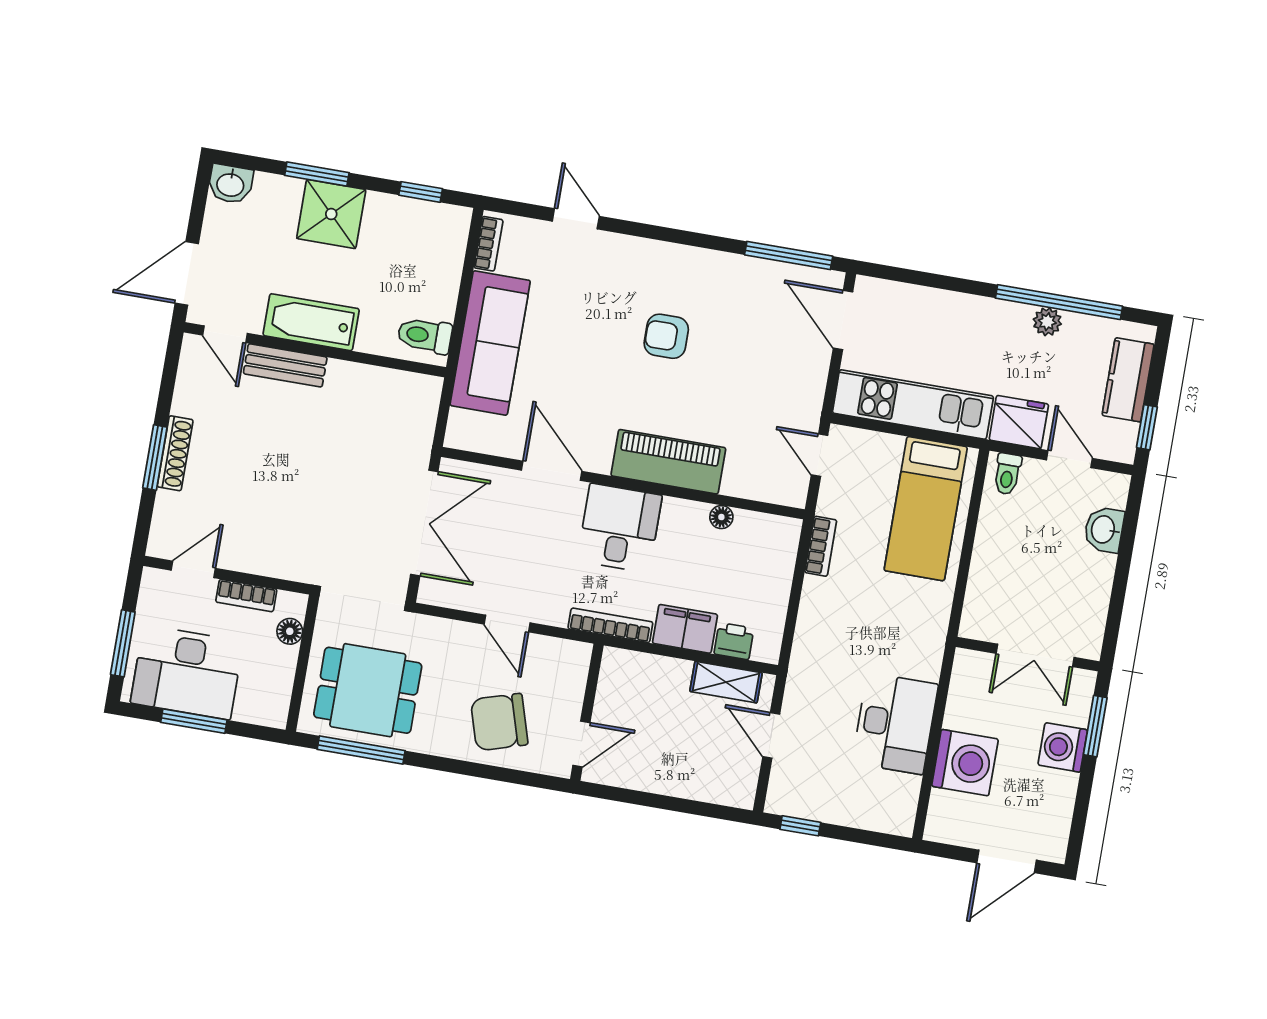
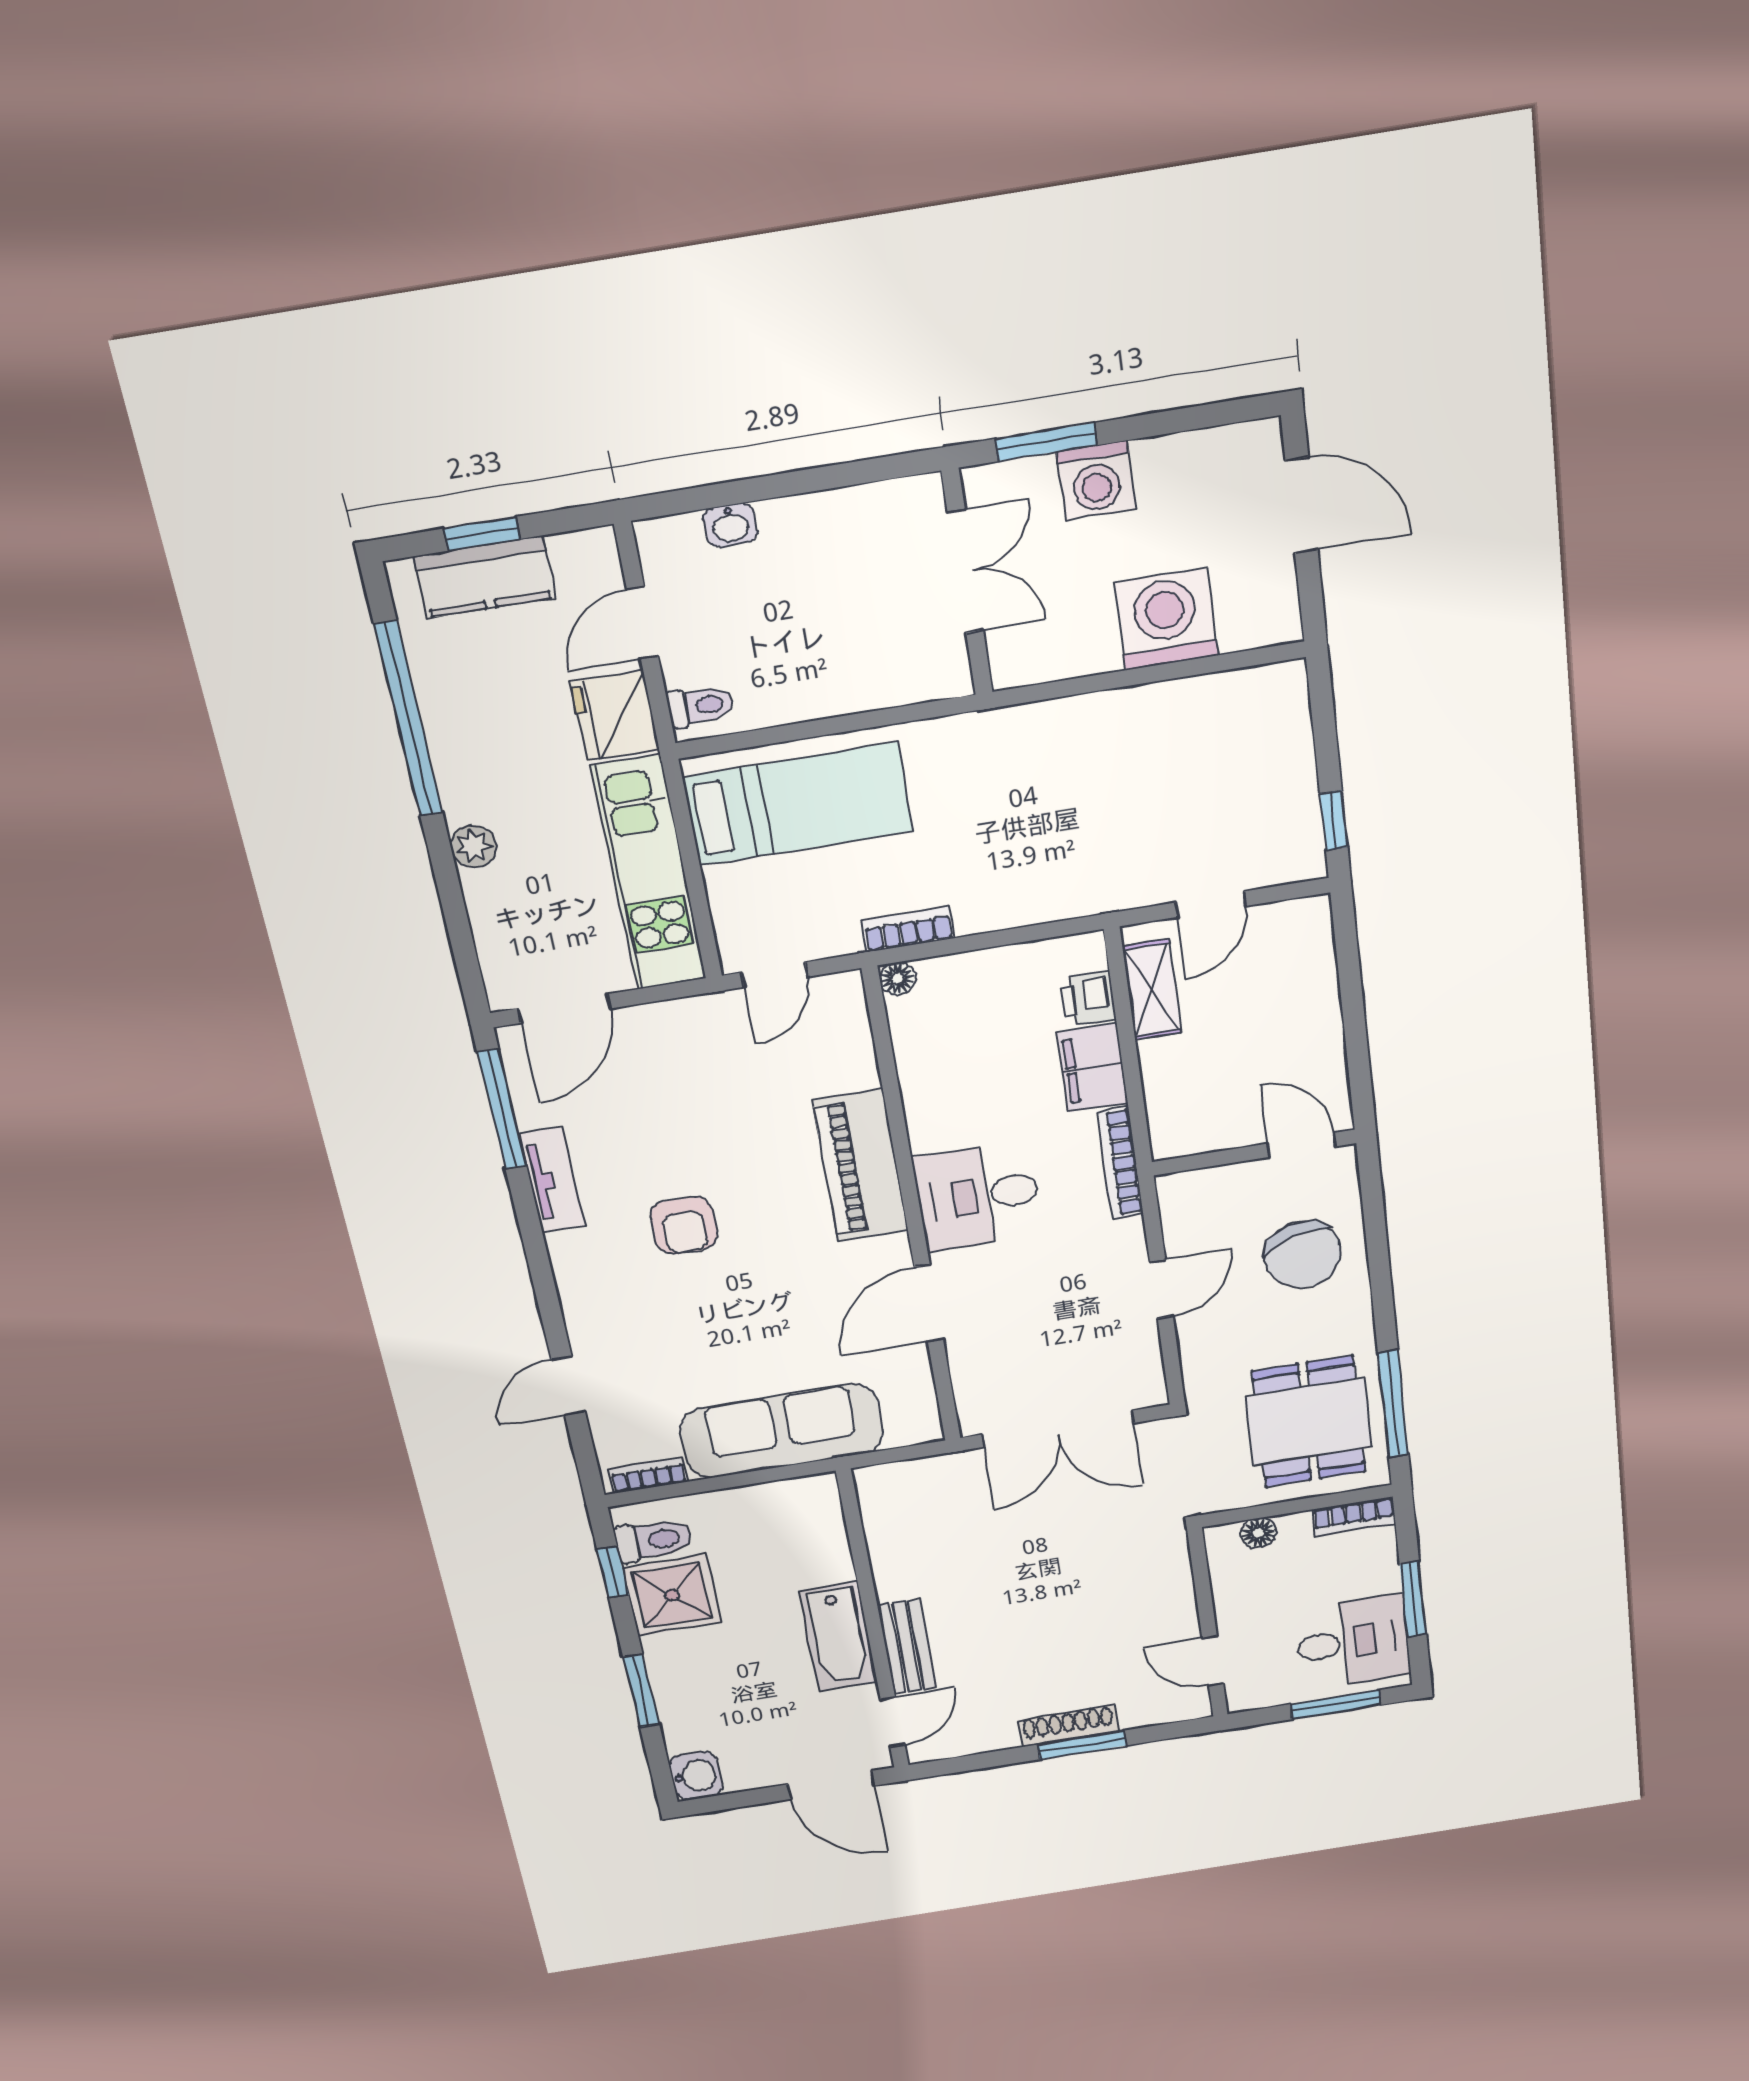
shower: (331, 214) -> (672, 1595), moved
tv unit: (729, 267) -> (552, 1180), added
plant: (1047, 322) -> (474, 846), moved
toilet: (425, 336) -> (654, 1540), moved, turned -90
window: (1147, 427) -> (482, 534), moved
floor lamp: (721, 517) -> (898, 979), moved
double door: (424, 523) -> (1058, 1429), swing flipped
washbasin: (1104, 530) -> (730, 525), width x0.72, depth x0.69
bookcase: (246, 596) -> (1354, 1516), moved, turned 90
desk: (187, 672) -> (1353, 1642), width x0.73
desk: (895, 724) -> (1138, 739), removed

